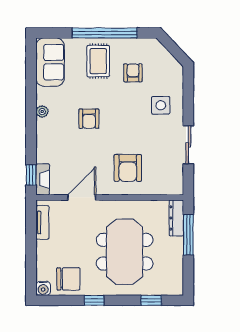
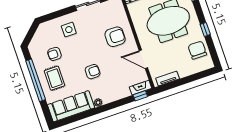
rug: (98, 61) -> (55, 78), turned 90
sofa: (50, 62) -> (71, 106), width x1.36
water cooler: (43, 288) -> (209, 64), removed

